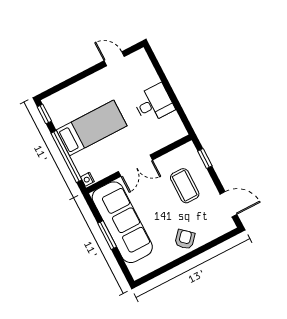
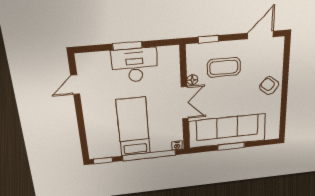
window: (169, 90) -> (127, 46), added
desk: (154, 103) -> (135, 65), width x1.37
floor lamp: (161, 162) -> (192, 80), added

